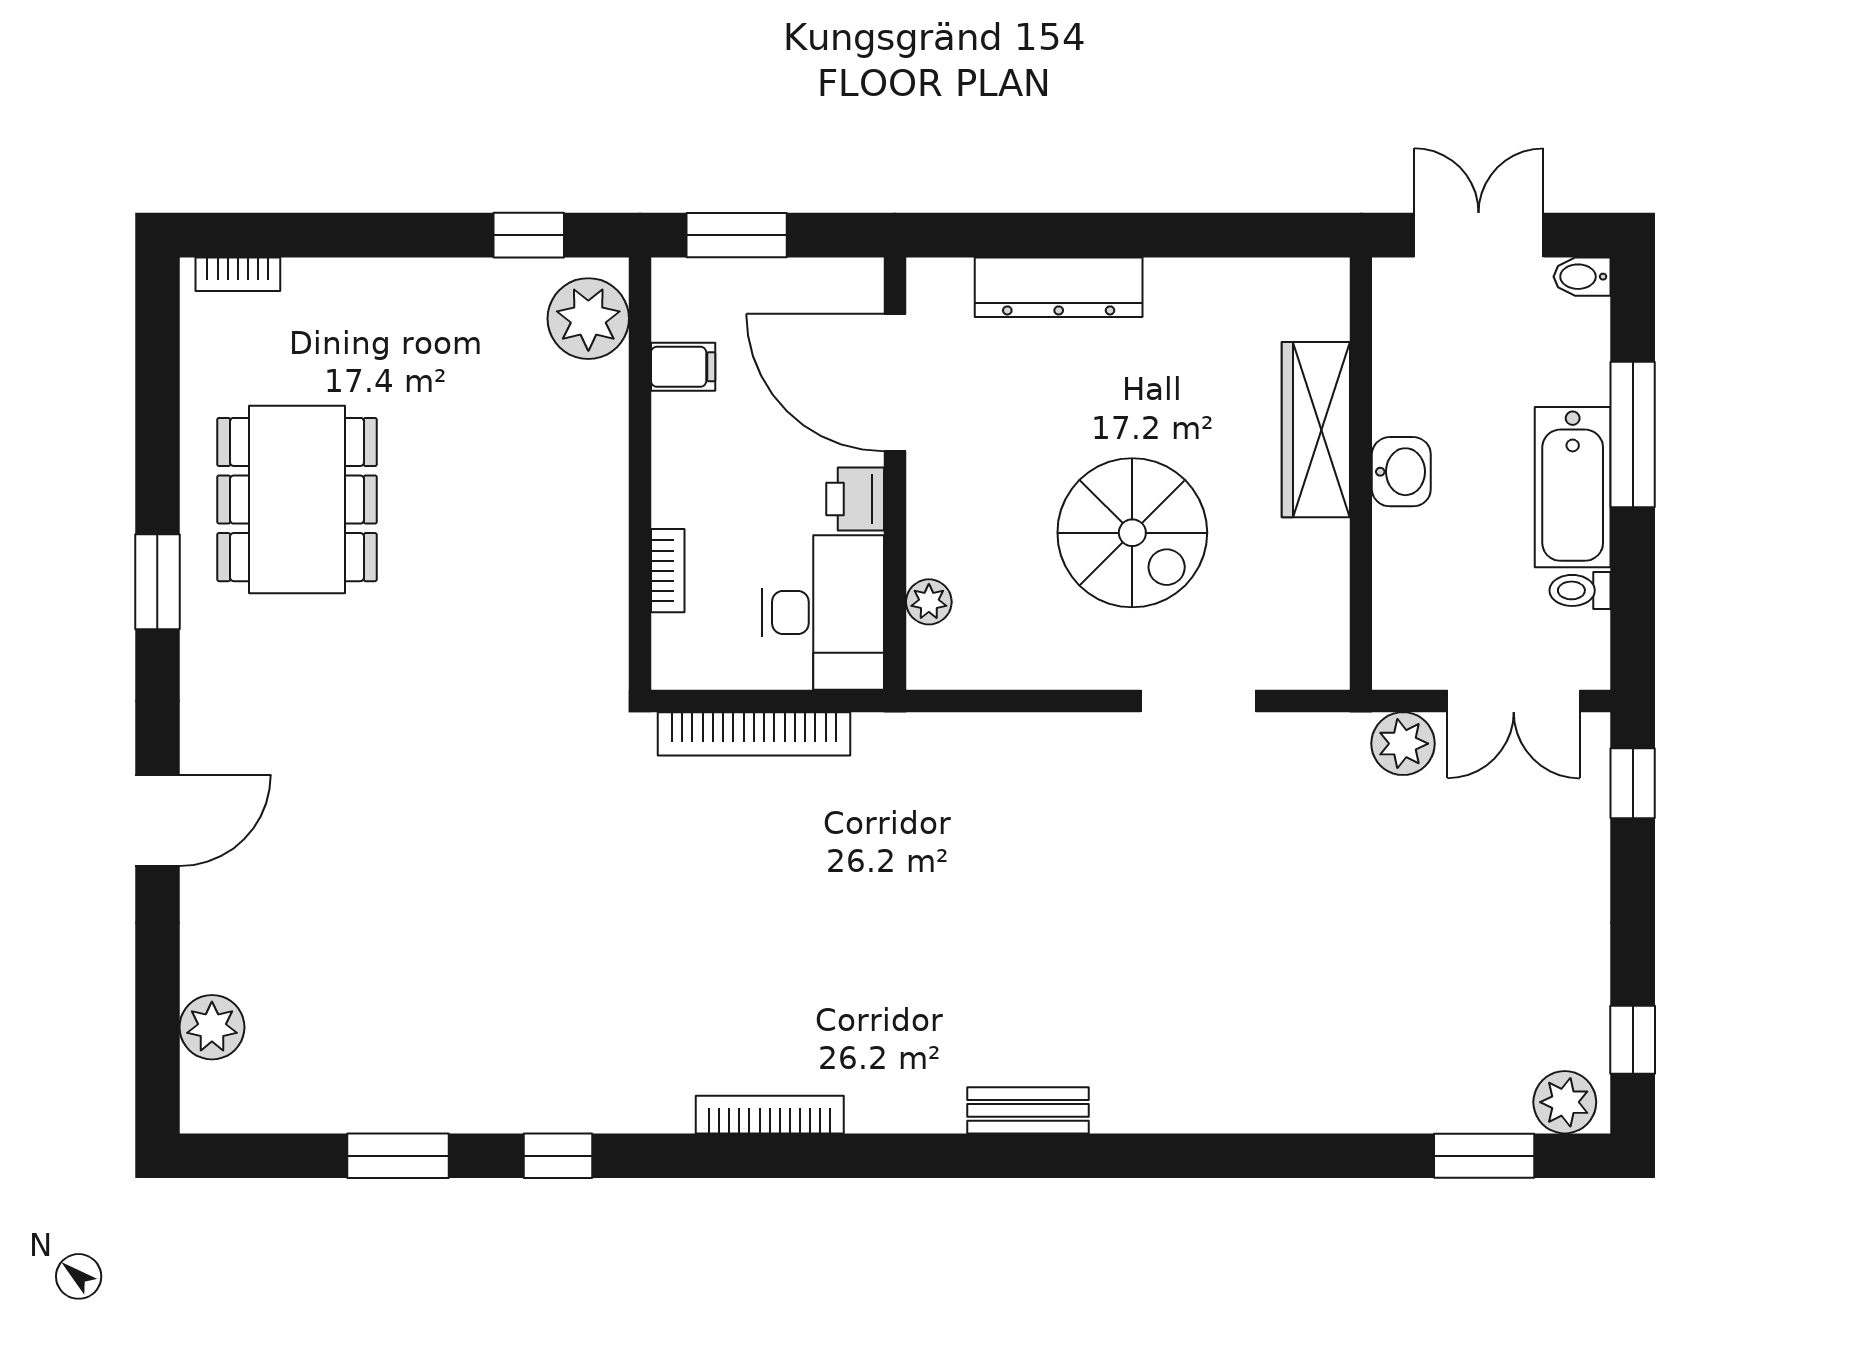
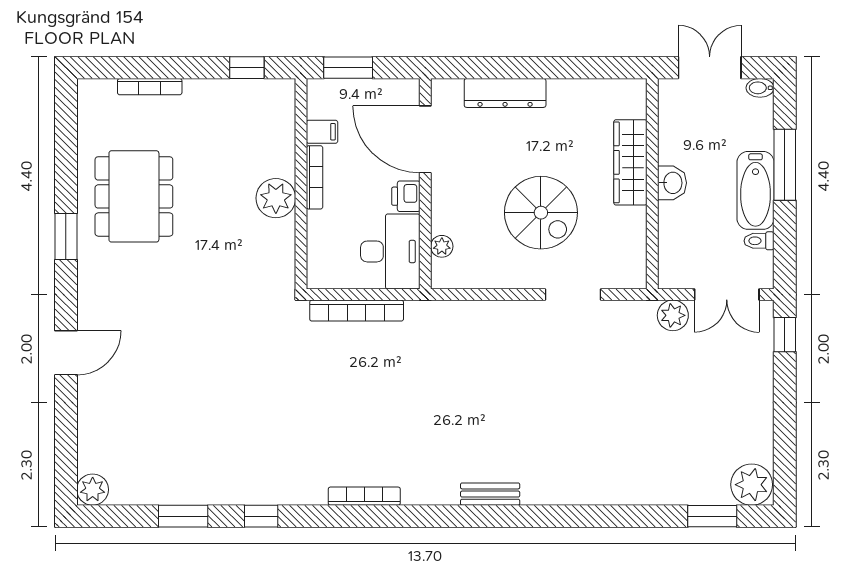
bookcase: (238, 274) -> (150, 87), moved, width x1.56
plant: (588, 319) -> (276, 198), moved
bookcase: (668, 571) -> (315, 177), moved, width x1.56
plant: (212, 1027) -> (93, 490), moved
window: (1633, 1040) -> (785, 460), removed
plant: (1565, 1102) -> (752, 485), width x1.36, depth x1.36

